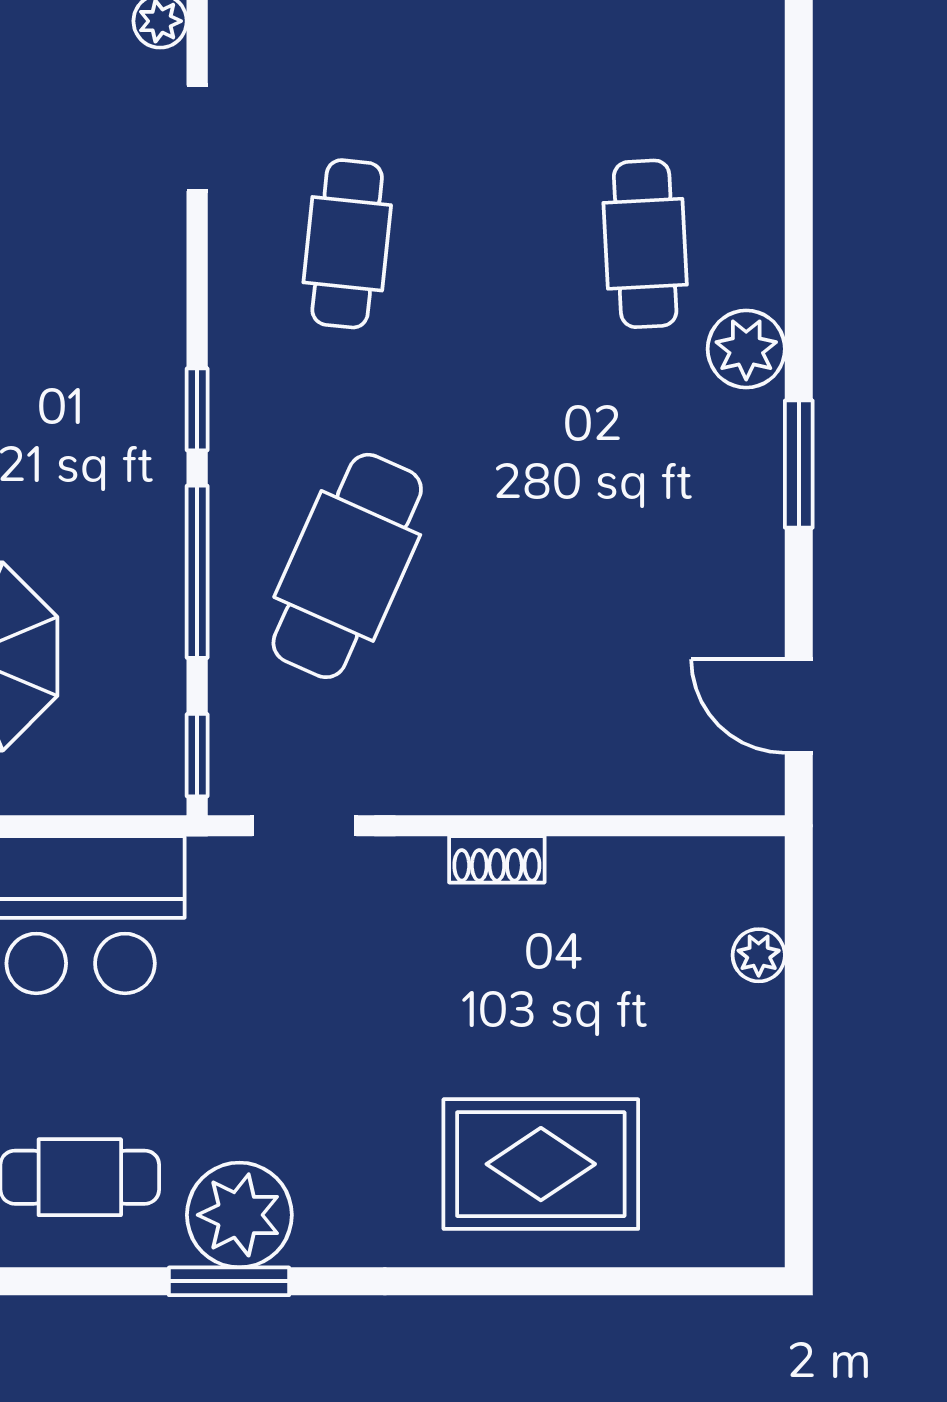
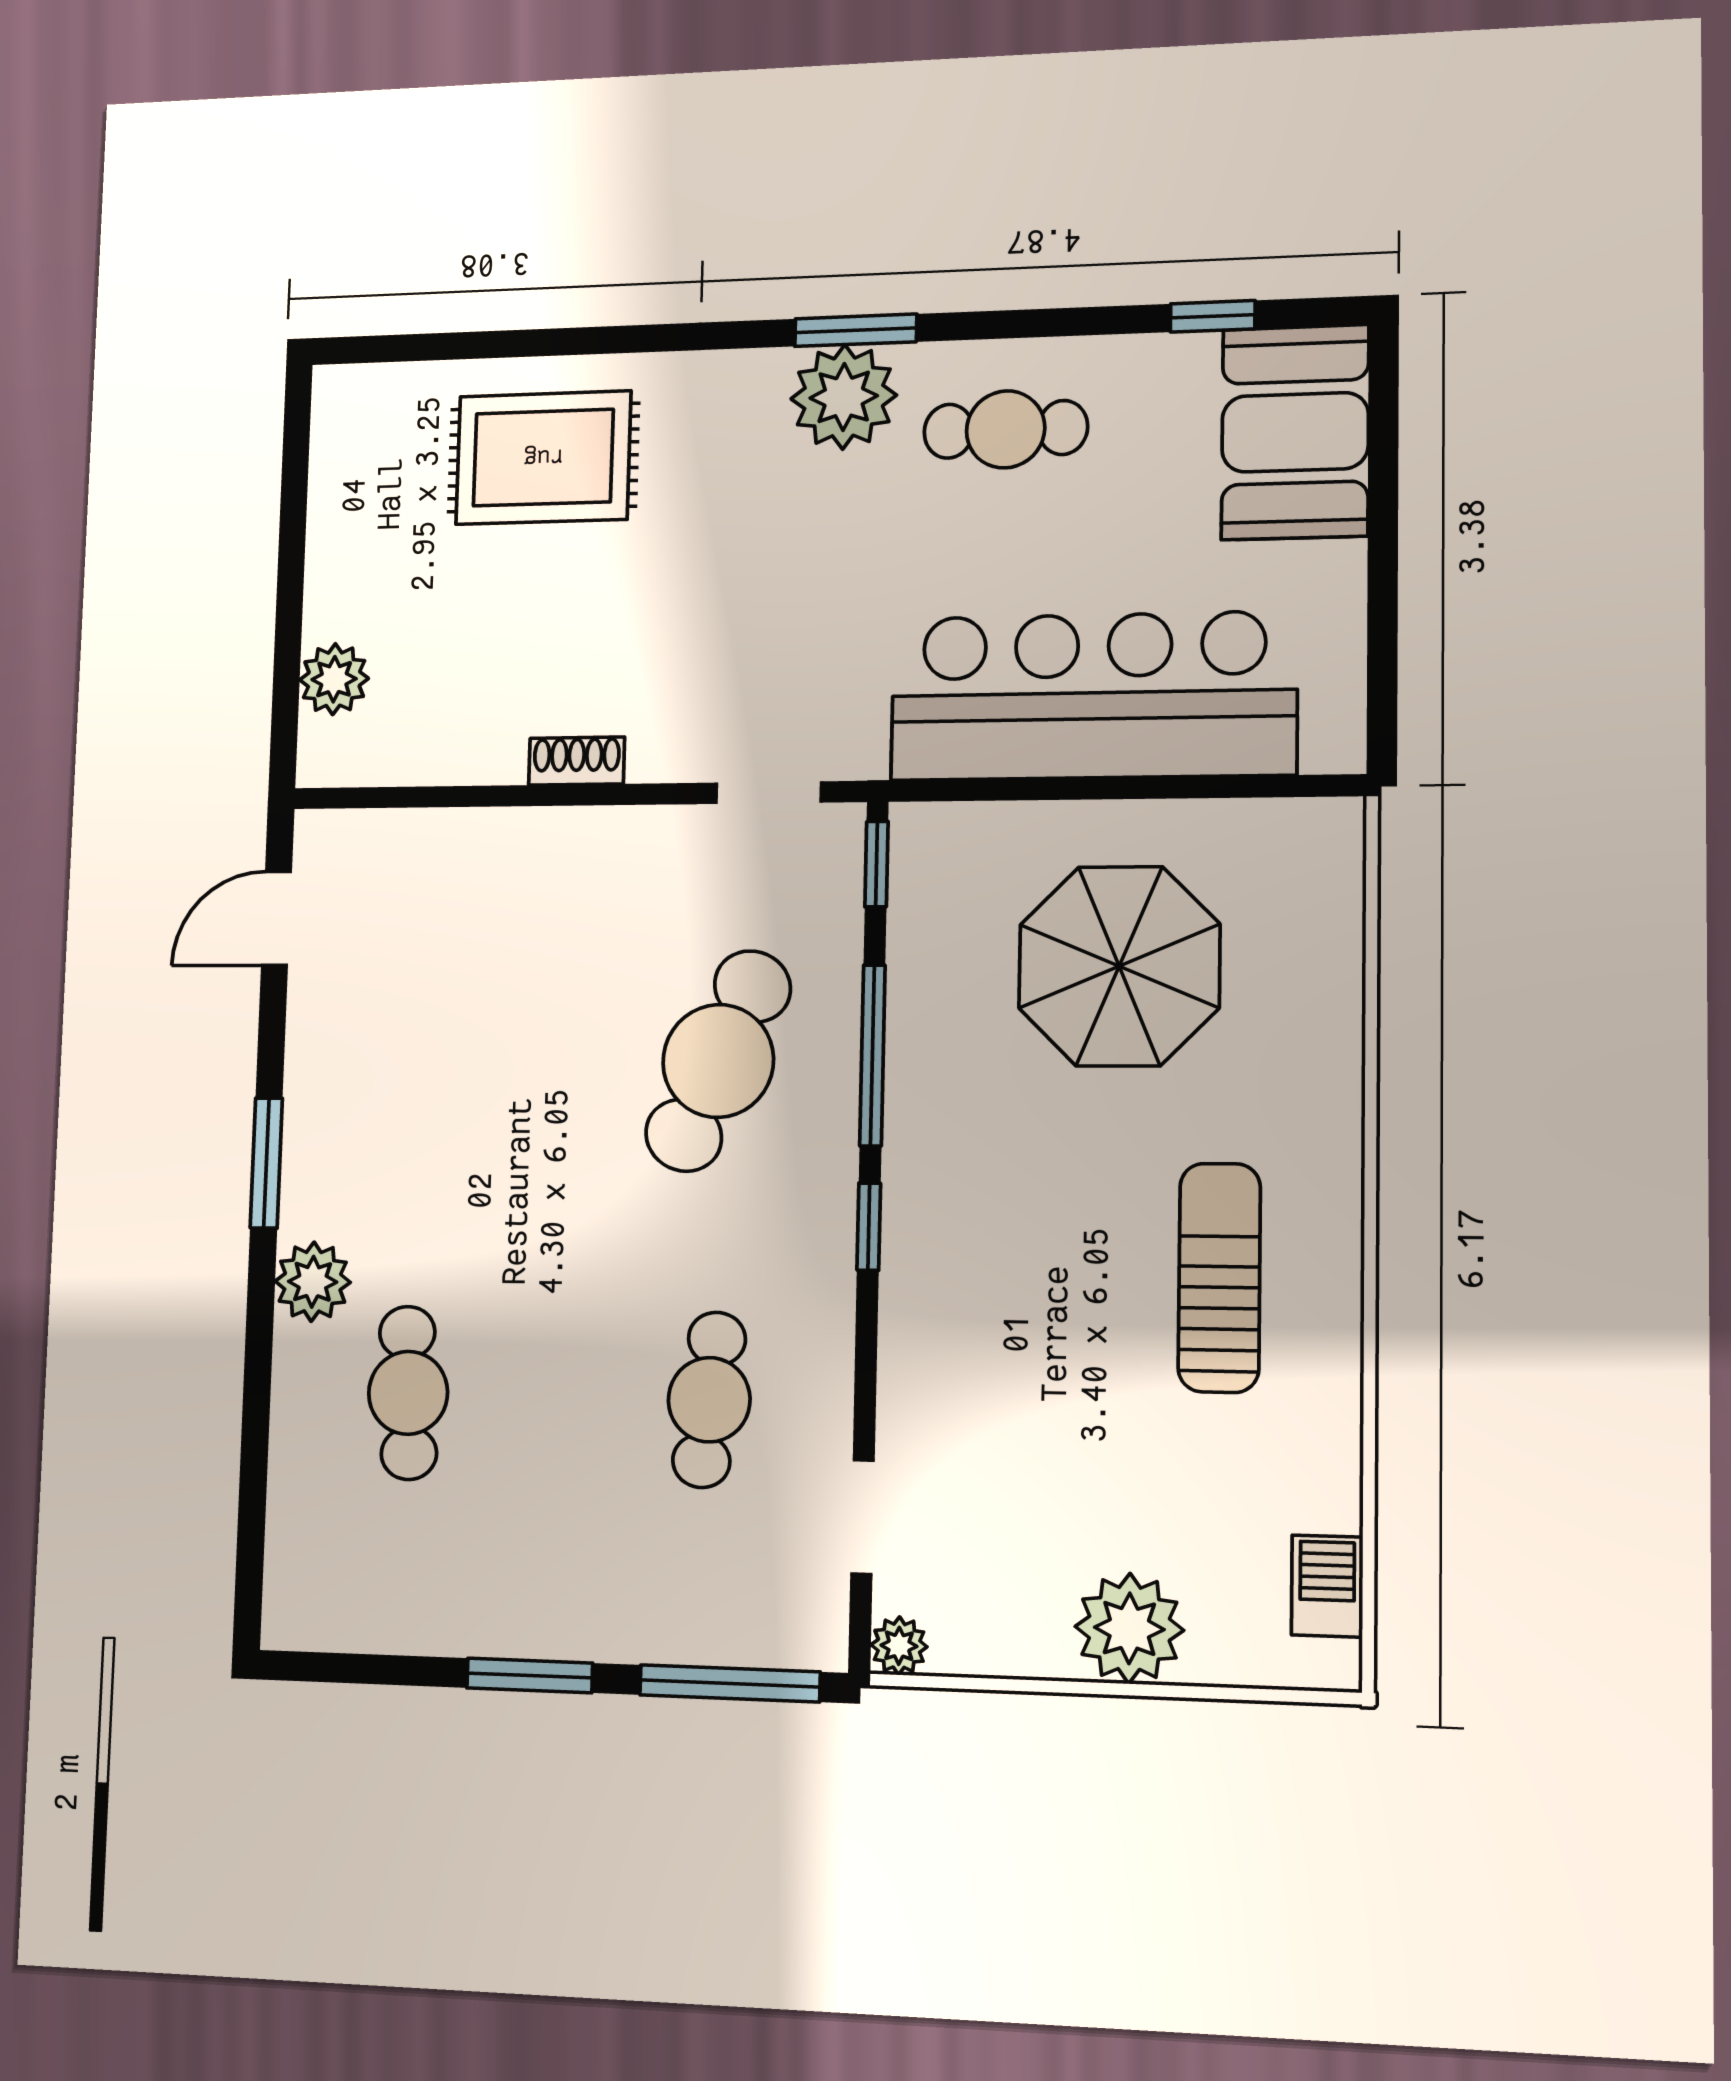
door: (799, 706) -> (276, 918), swing flipped
plant: (759, 955) -> (334, 679), width x1.38, depth x1.38

